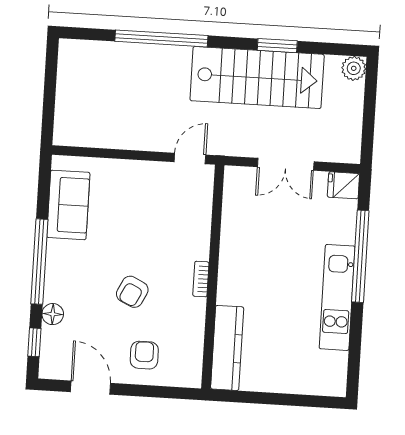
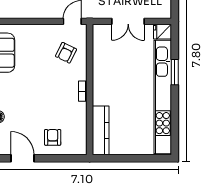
window: (360, 256) -> (175, 72), width x0.47
armchair: (132, 292) -> (66, 53), moved
kitchen unit: (337, 297) -> (163, 97), width x1.86

